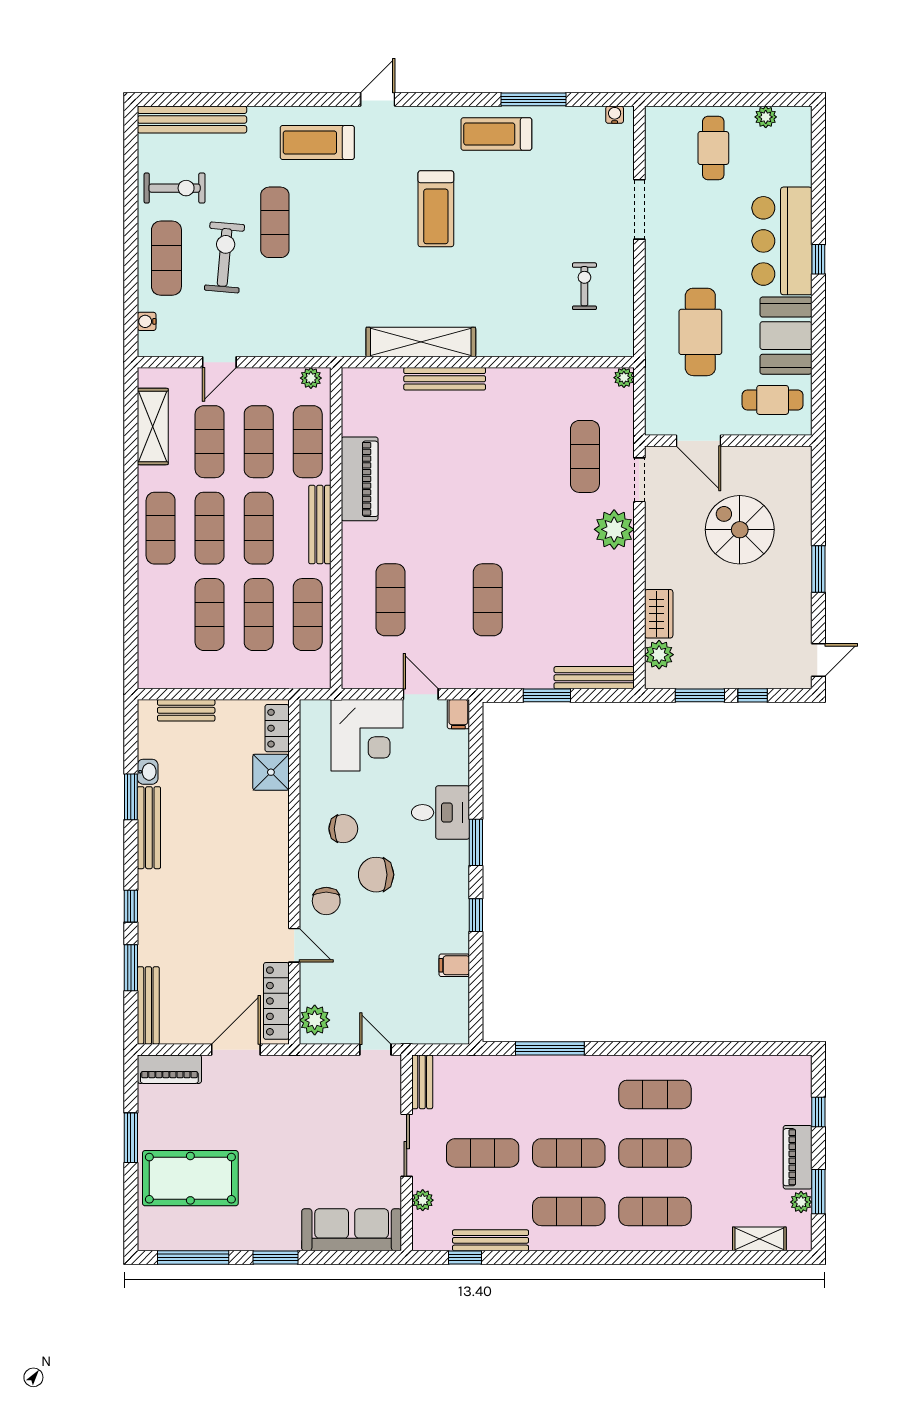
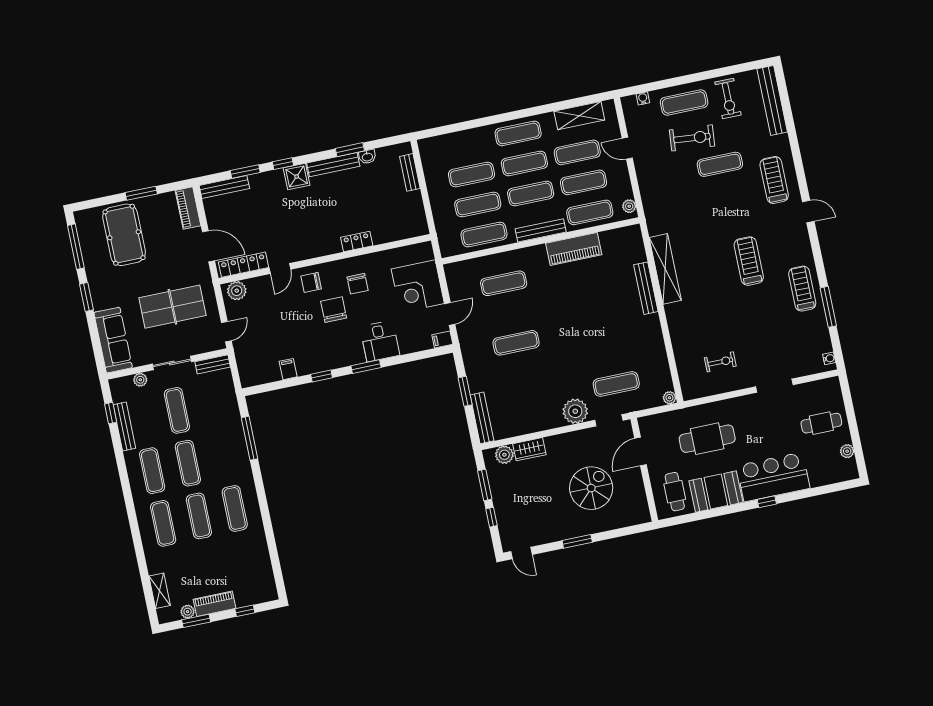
treadmill: (436, 209) -> (749, 261), turned 90
locker: (277, 728) -> (357, 242), moved
shower: (271, 772) -> (297, 177), moved
table tennis table: (319, 1126) -> (172, 307), added

